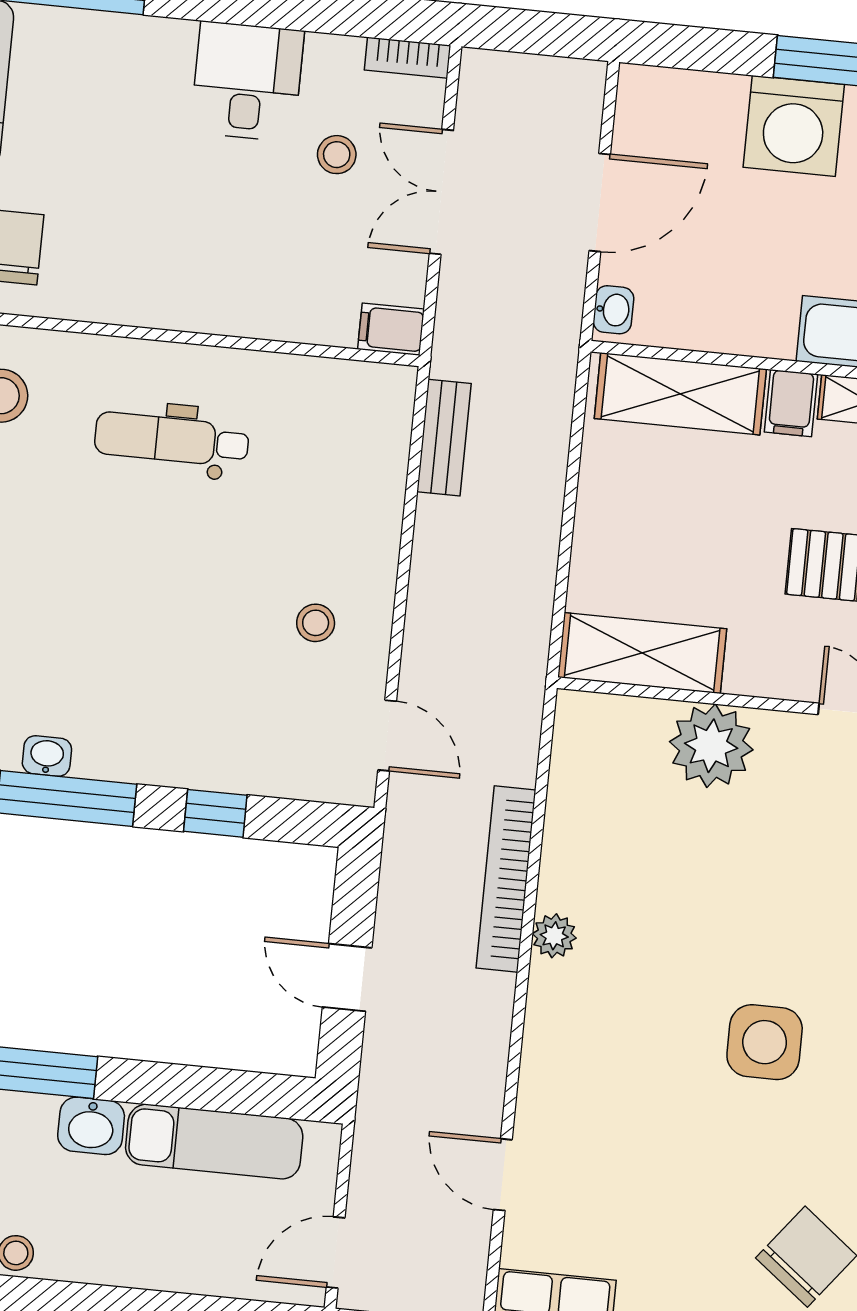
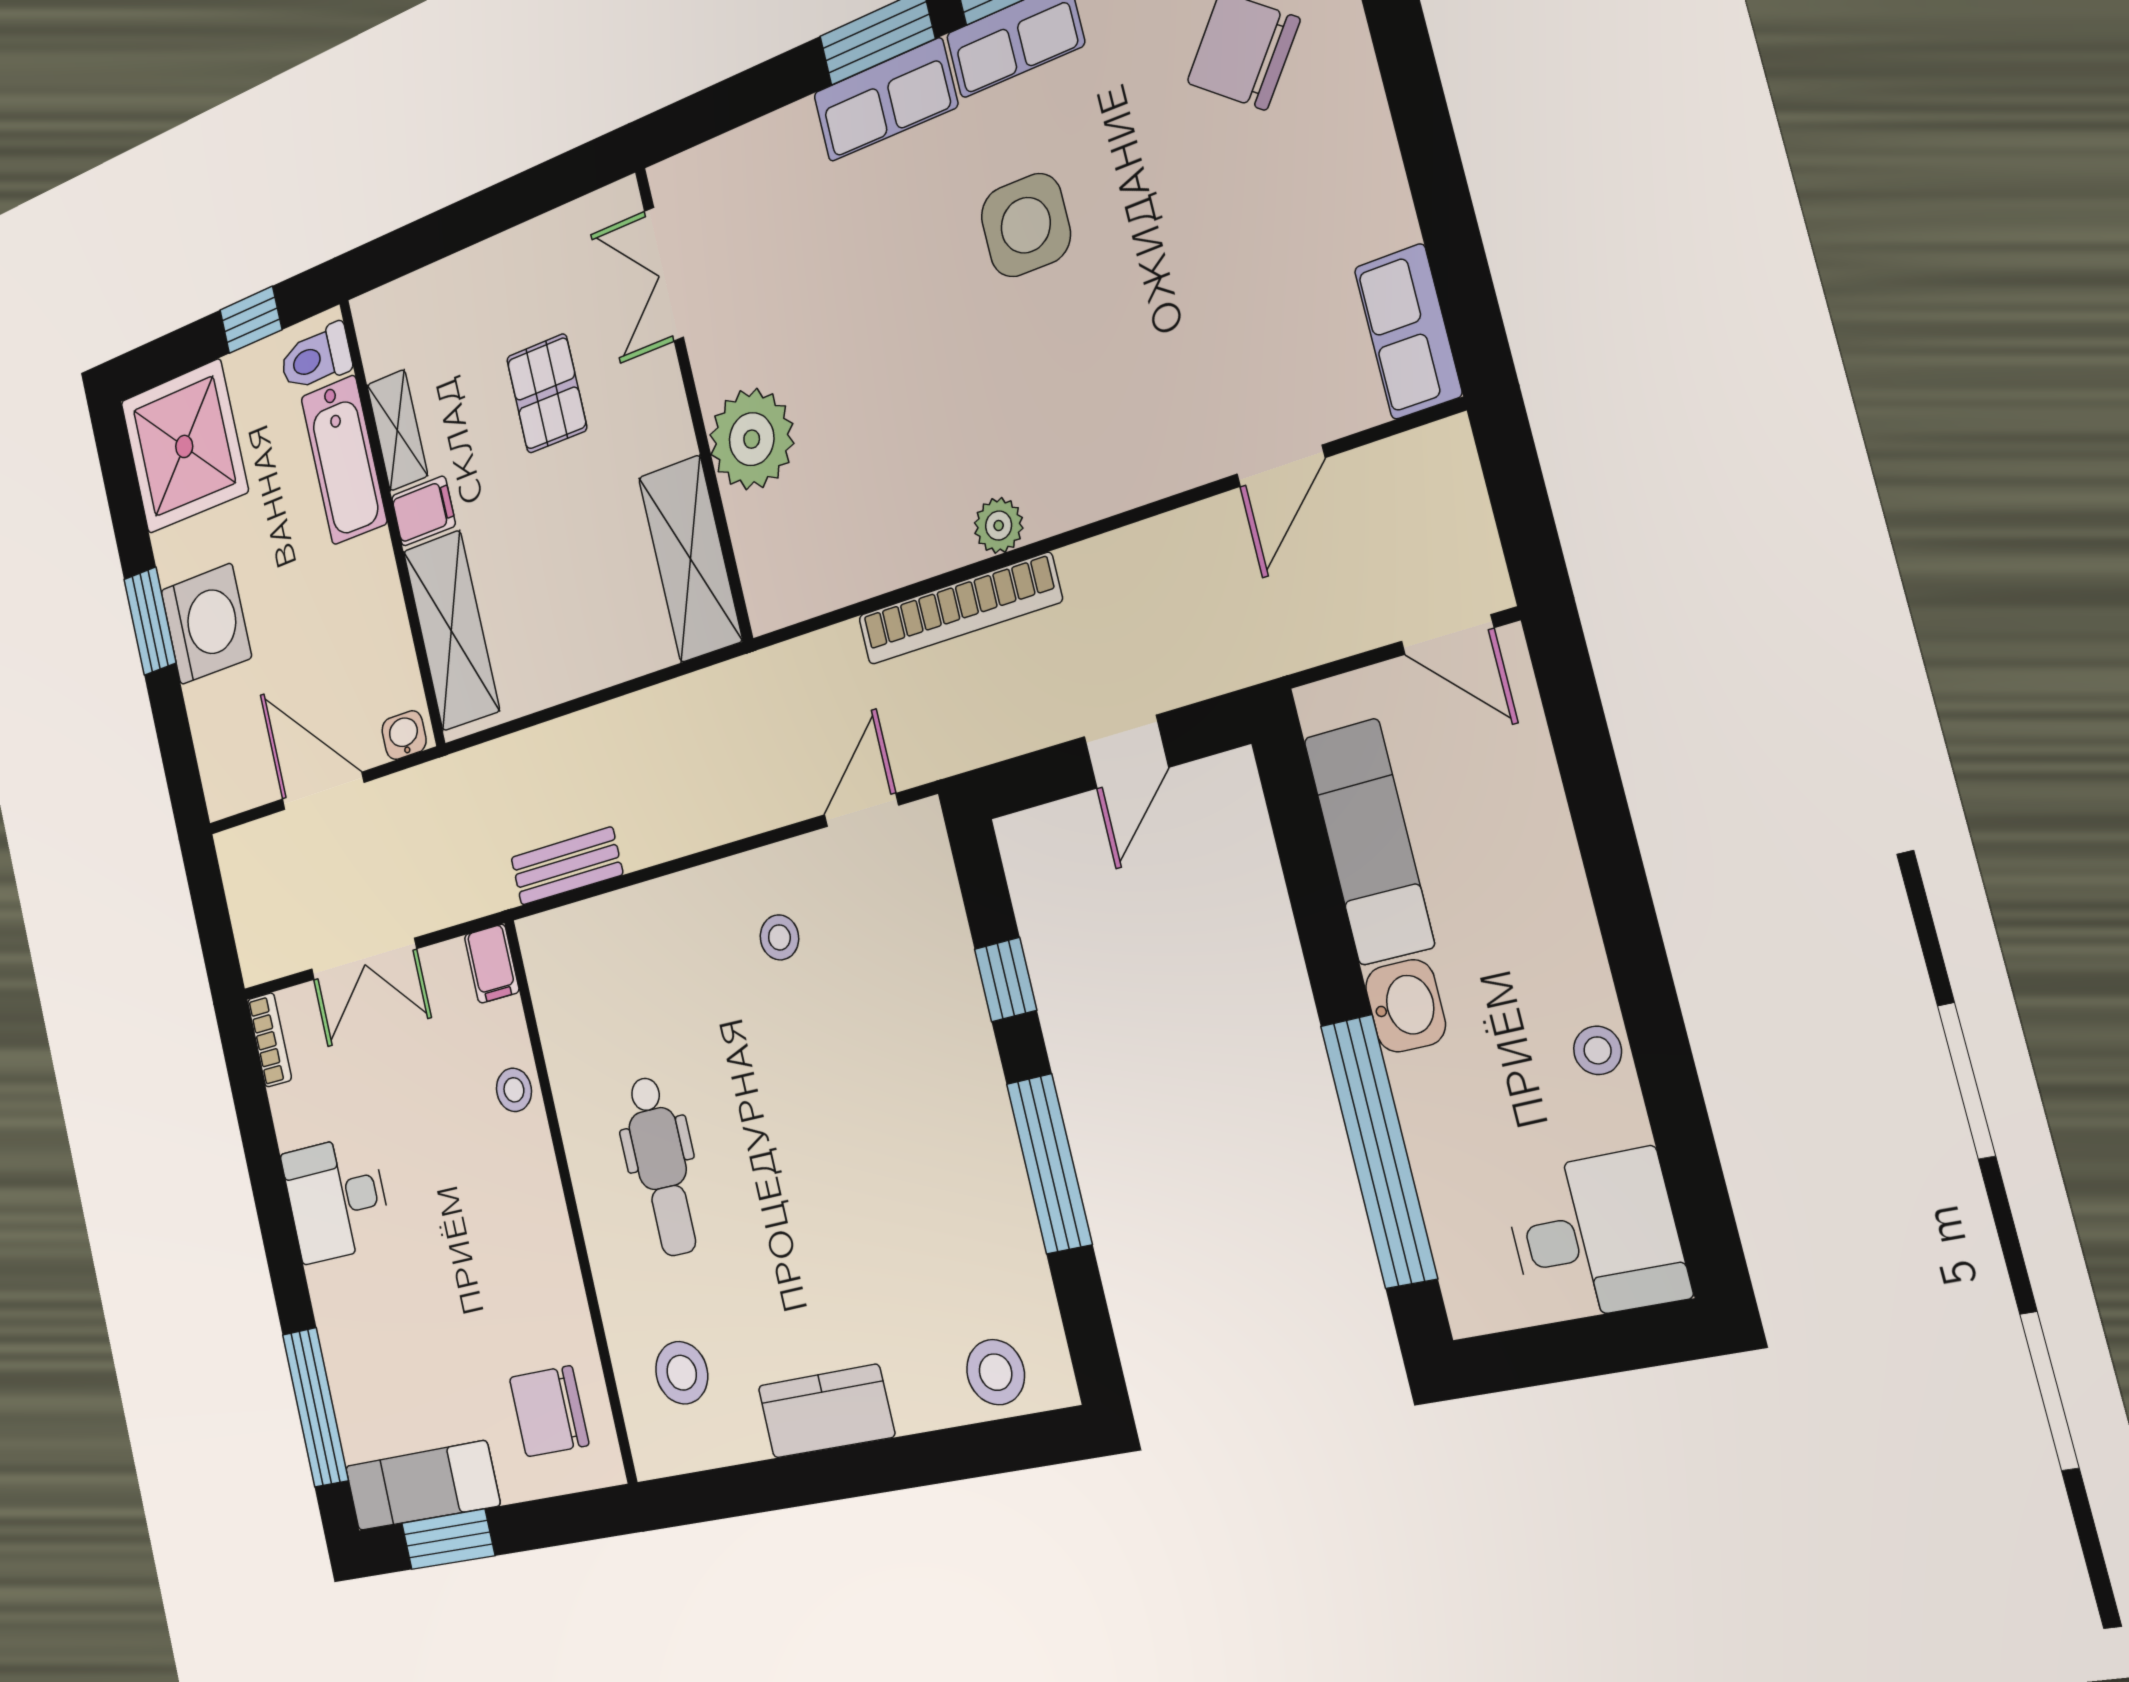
stool: (337, 155) -> (514, 1090), moved
washbasin: (47, 756) -> (1013, 1203), removed

